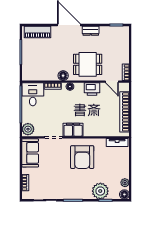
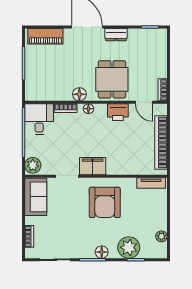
dining table: (88, 64) -> (112, 79), turned 90
floor lamp: (124, 194) -> (102, 252), moved

